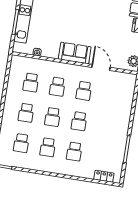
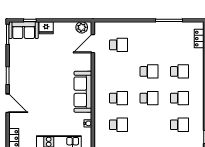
sofa: (75, 53) -> (83, 92), width x1.36
door: (101, 67) -> (93, 44), moved
school desk: (84, 91) -> (119, 45), moved
school desk: (26, 113) -> (149, 125), removed

